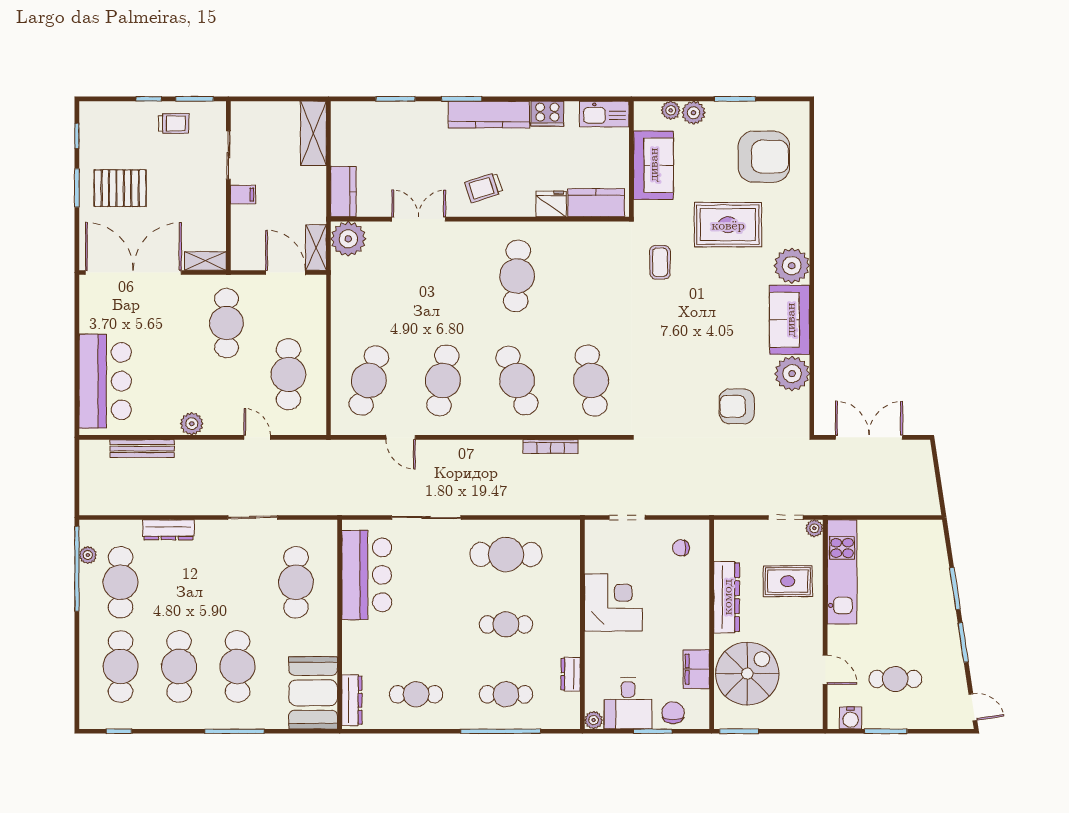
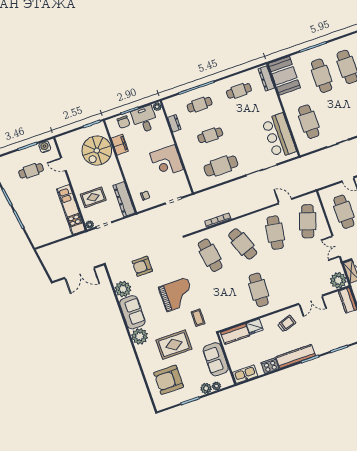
double door: (329, 310) -> (336, 246), added
grand piano: (686, 324) -> (177, 295), added
armchair: (737, 406) -> (142, 266), turned 180
dresser: (727, 597) -> (124, 199), moved

